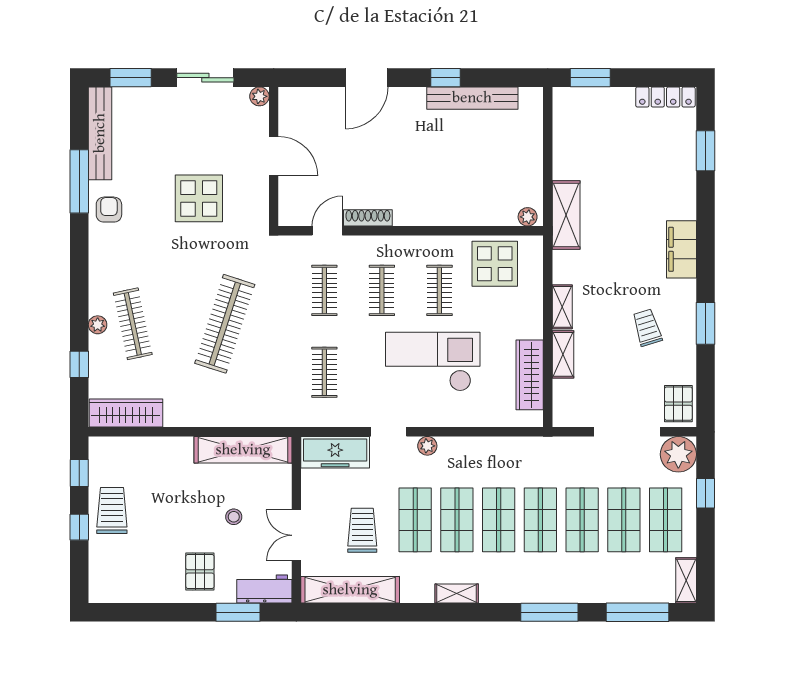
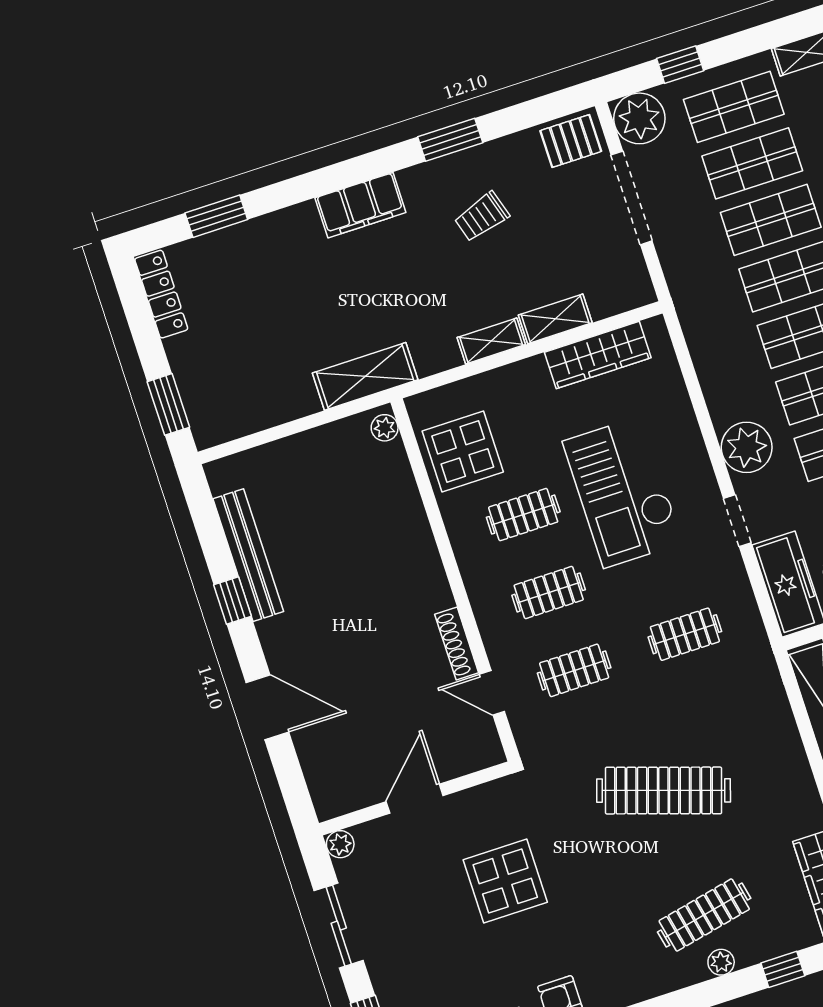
plant: (427, 446) -> (747, 447), width x1.87, depth x1.87

